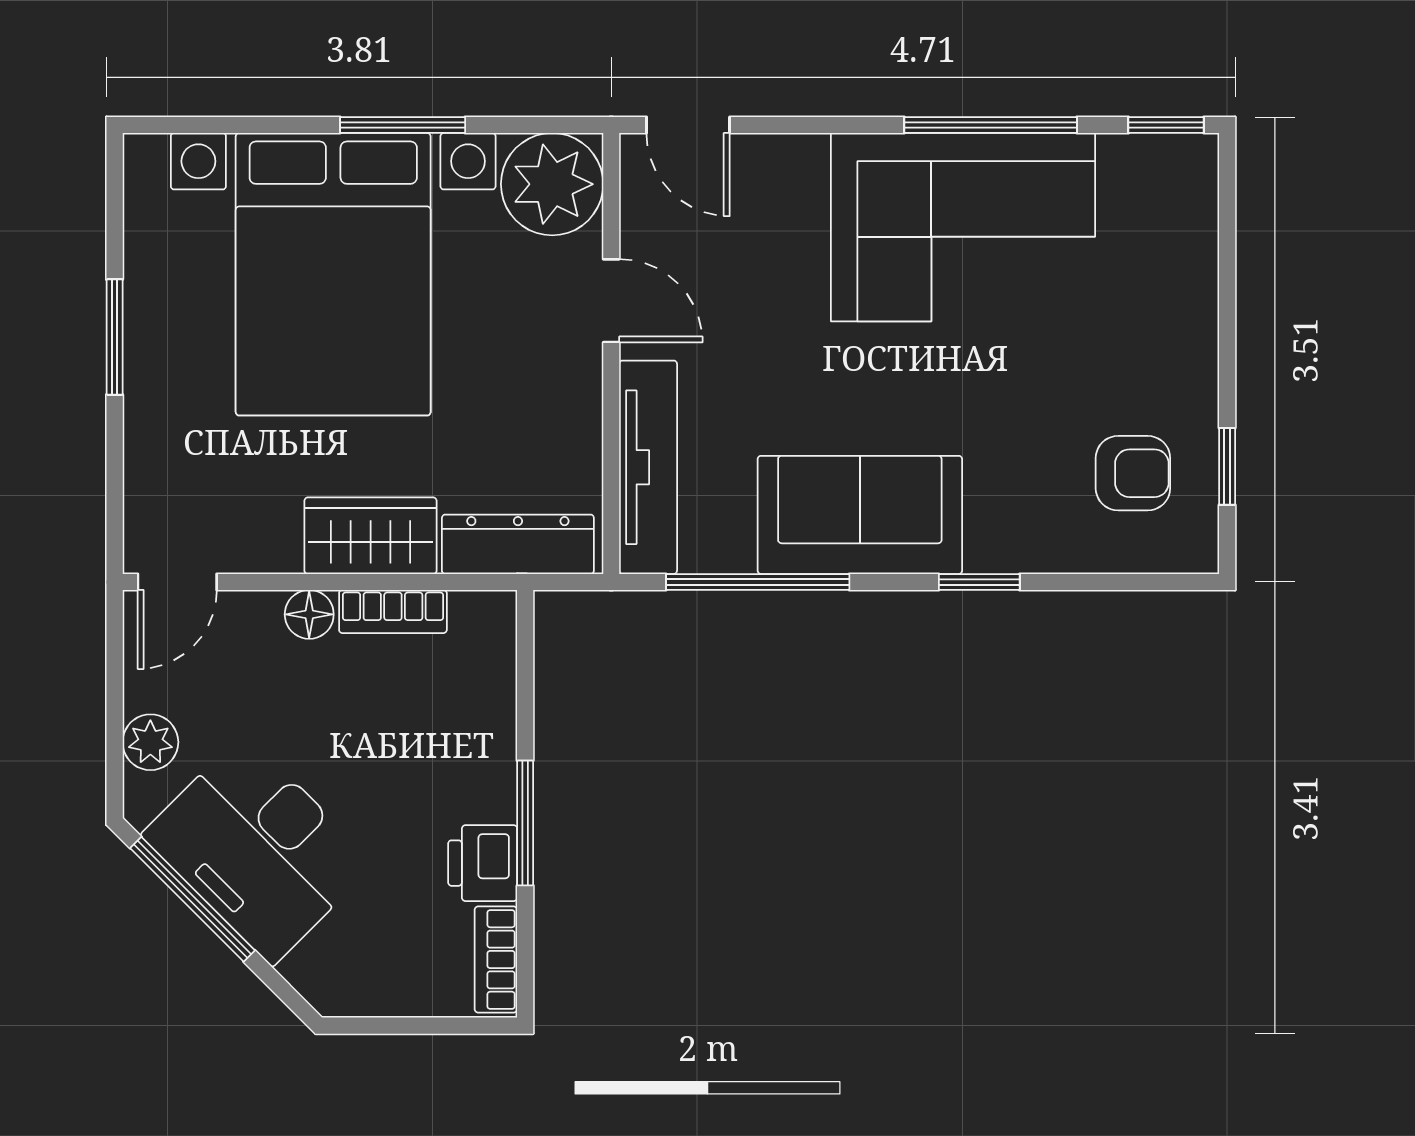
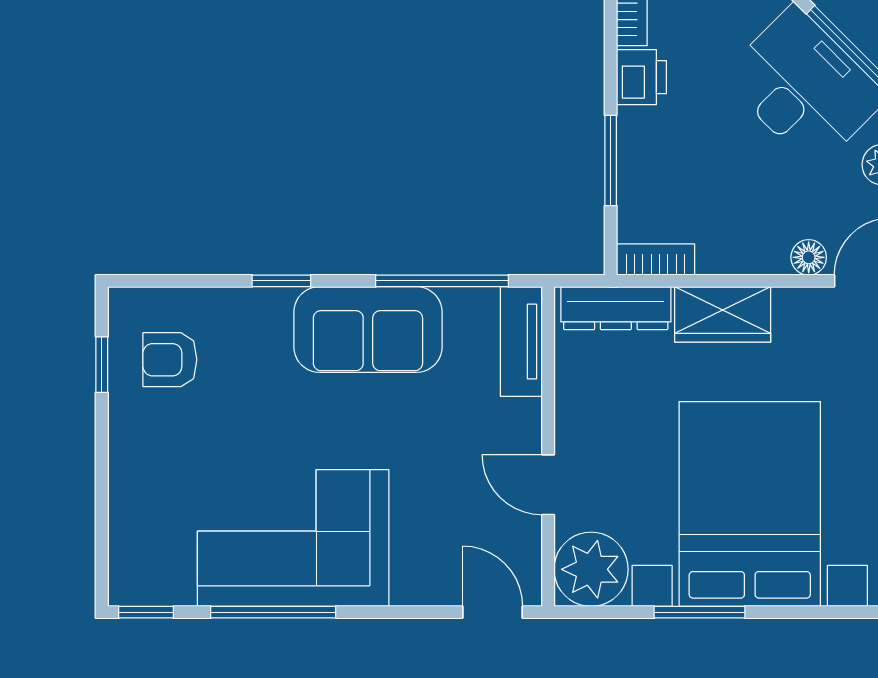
tv unit: (648, 467) -> (521, 342), width x0.71
bookcase: (393, 611) -> (655, 259), moved
floor lamp: (309, 614) -> (809, 257), moved
window: (525, 823) -> (611, 161), moved

